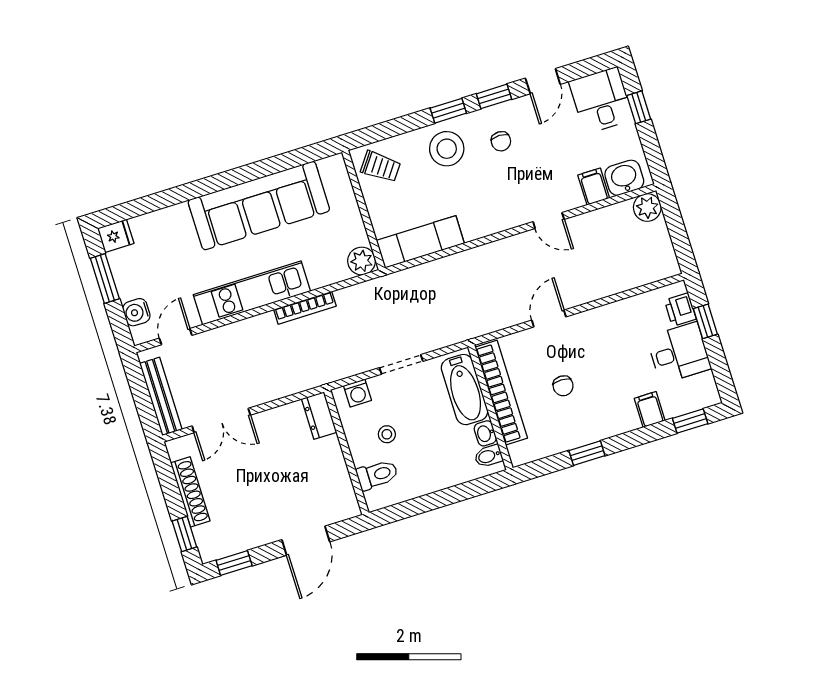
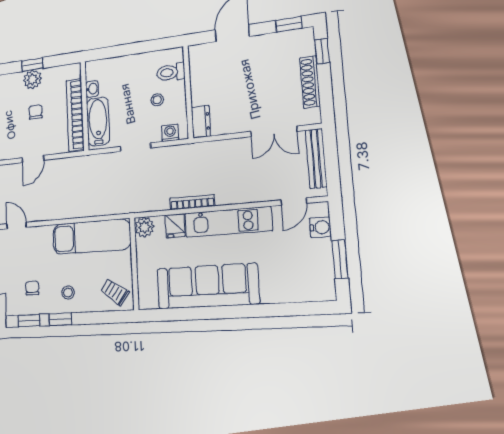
stool: (447, 149) -> (68, 293), width x0.53, depth x0.53
fridge: (116, 236) -> (175, 226), moved, turned -90
exam couch: (420, 242) -> (91, 237), width x1.36, depth x1.45
double door: (221, 420) -> (274, 131), swing flipped
plant: (581, 432) -> (32, 79), added
bidet: (488, 456) -> (94, 73), removed

